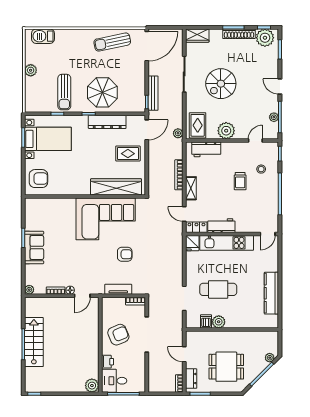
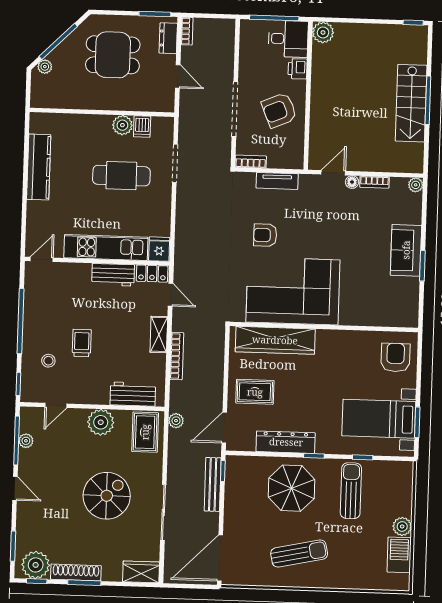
barbecue: (43, 36) -> (399, 555), moved, turned -90
sun lounger: (112, 42) -> (299, 554), moved
armchair: (38, 179) -> (396, 357), turned 90

